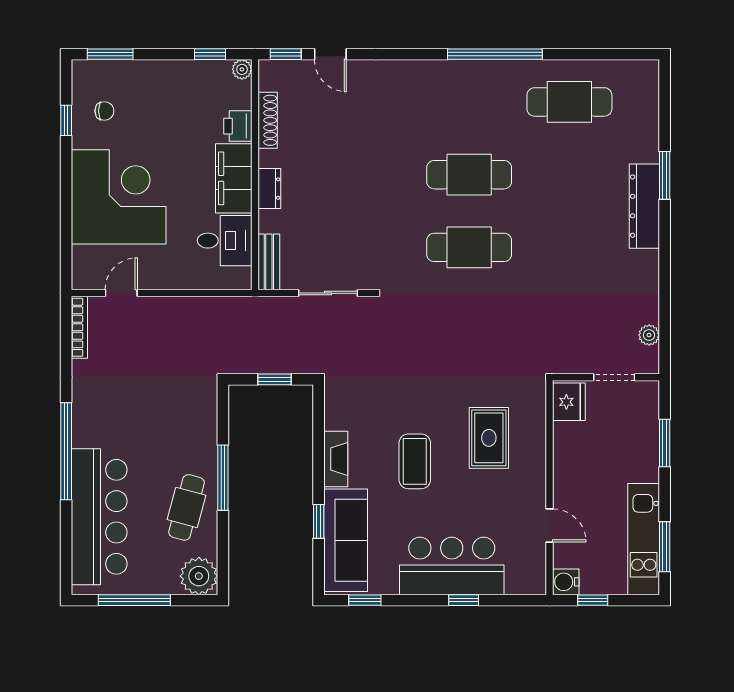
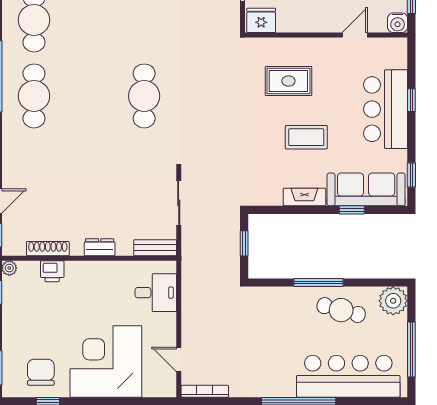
chair: (104, 111) -> (41, 372), width x1.87, depth x1.87
cafe table: (469, 175) -> (34, 96), moved
filing cabinet: (234, 178) -> (92, 274), removed
desk: (225, 241) -> (156, 293), moved, turned 90

